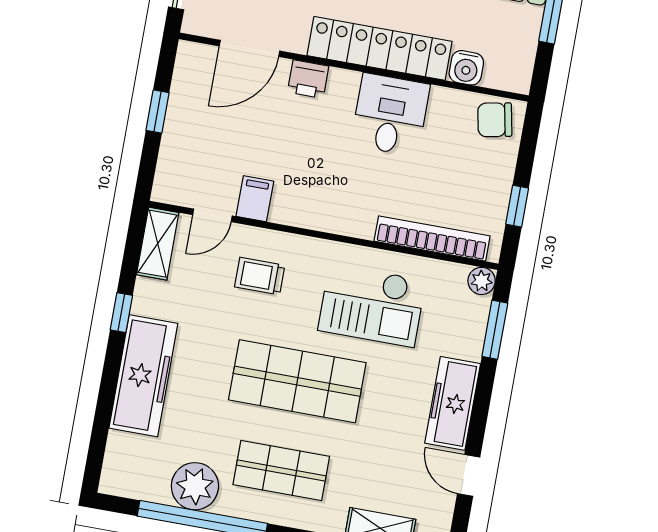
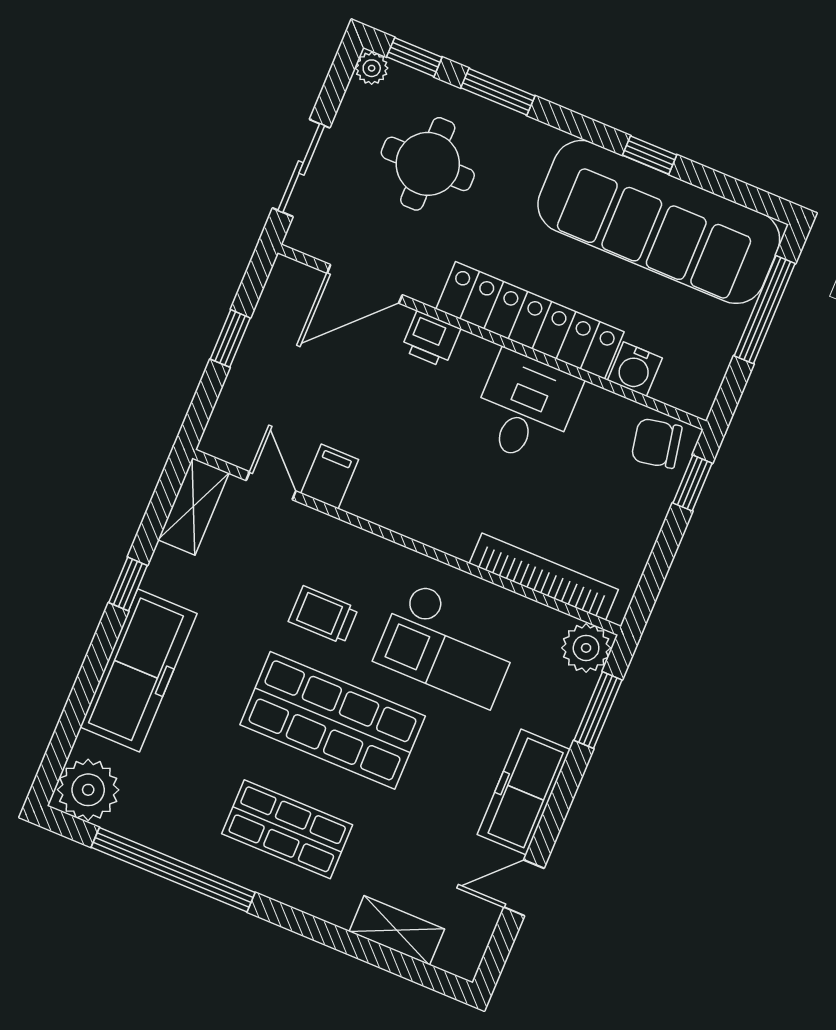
window: (517, 206) -> (693, 483), moved
door: (212, 215) -> (271, 486), swing flipped
trolley: (260, 276) -> (323, 615), moved
plant: (482, 281) -> (586, 648), width x1.38, depth x1.38
door: (469, 475) -> (524, 888), hinge flipped
plant: (195, 486) -> (88, 790), moved

